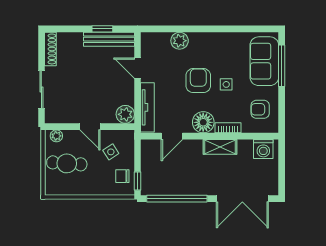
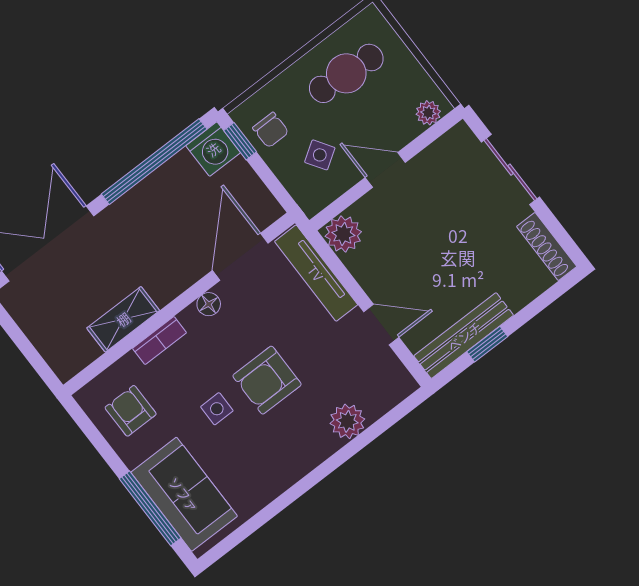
armchair: (198, 81) -> (267, 380), turned 90
armchair: (260, 109) -> (131, 411), turned -90
floor lamp: (203, 122) -> (209, 304), width x0.53, depth x0.53
door: (172, 136) -> (240, 257), width x1.38
shelving: (220, 147) -> (123, 319), moved
washing machine: (263, 149) -> (213, 149), moved, turned 180
cafe table: (67, 163) -> (346, 73), moved
chair: (122, 176) -> (271, 130), turned 90

